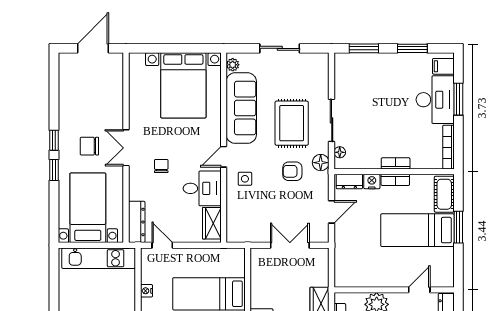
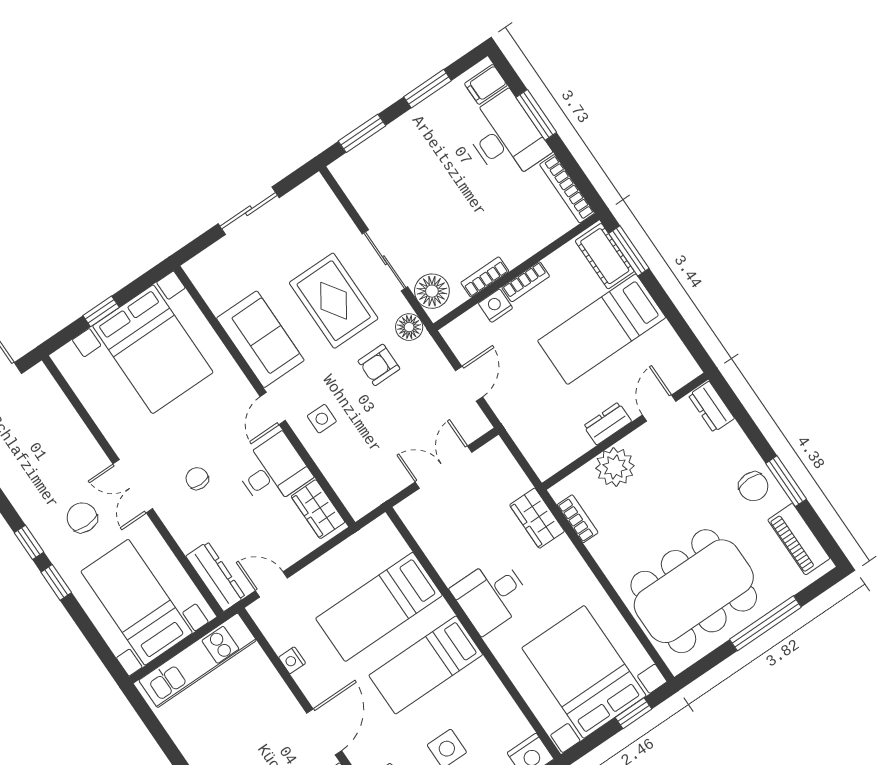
window: (170, 48) -> (101, 311), added
plant: (233, 65) -> (200, 276), removed
sofa: (241, 108) -> (260, 339), width x0.73
chair: (89, 146) -> (82, 518), turned 90
floor lamp: (340, 152) -> (432, 291), width x1.89, depth x1.89
bookcase: (396, 163) -> (485, 277), moved
dresser: (349, 182) -> (608, 424), moved, turned 180
window: (458, 227) -> (629, 251), moved

